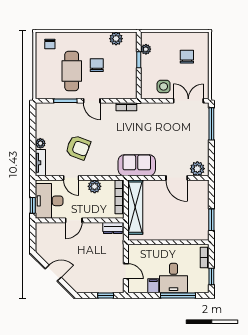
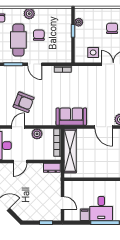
plant: (116, 39) -> (29, 14), moved
door: (71, 178) -> (18, 127), swing flipped

